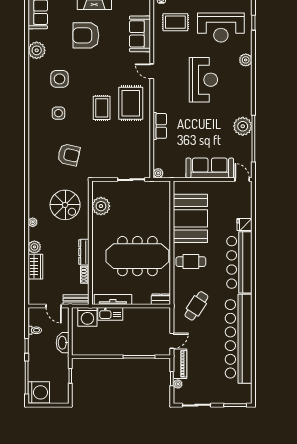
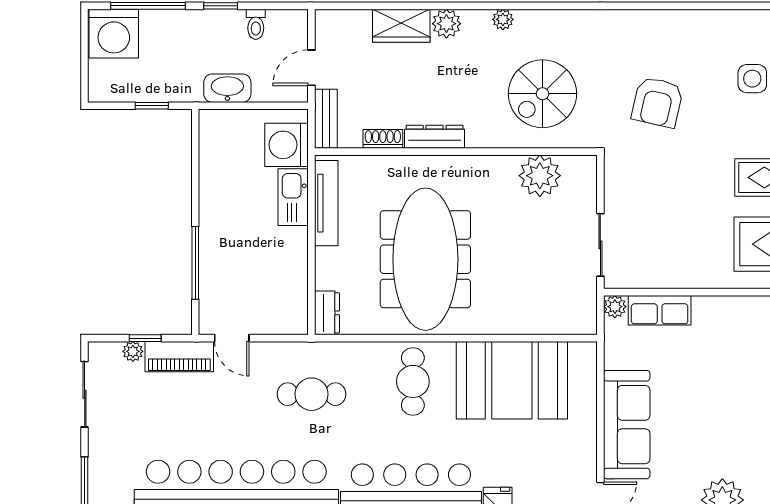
row of seats: (160, 126) -> (660, 310), moved
cafe table: (196, 306) -> (312, 394), turned -33

